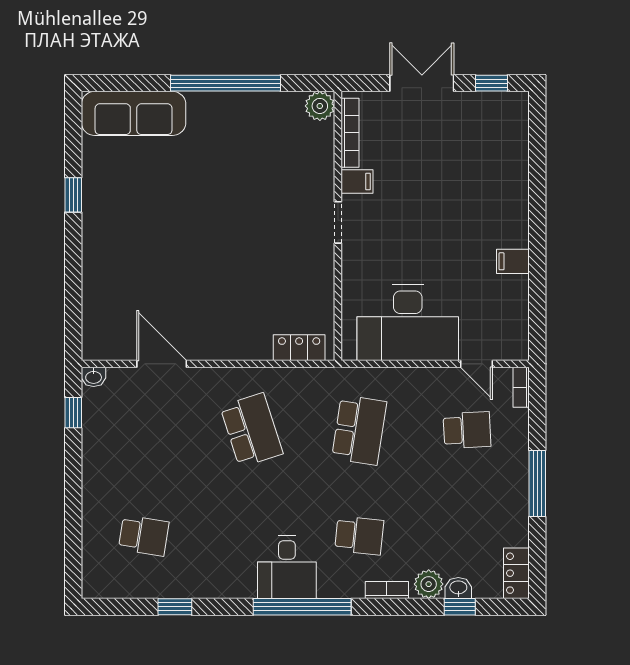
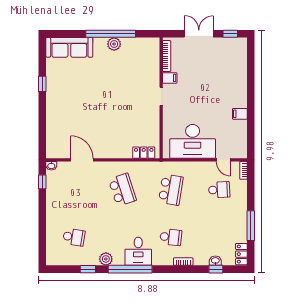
plant: (320, 106) -> (114, 44), moved
window: (537, 484) -> (251, 226), moved
plant: (429, 584) -> (106, 259), moved
window: (302, 607) -> (130, 269), moved

